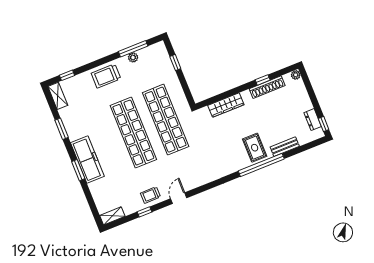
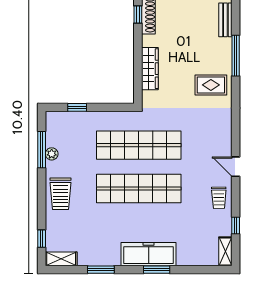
rug: (255, 148) -> (211, 85), moved
window: (261, 165) -> (236, 56), width x0.68
window: (145, 212) -> (236, 226), moved

